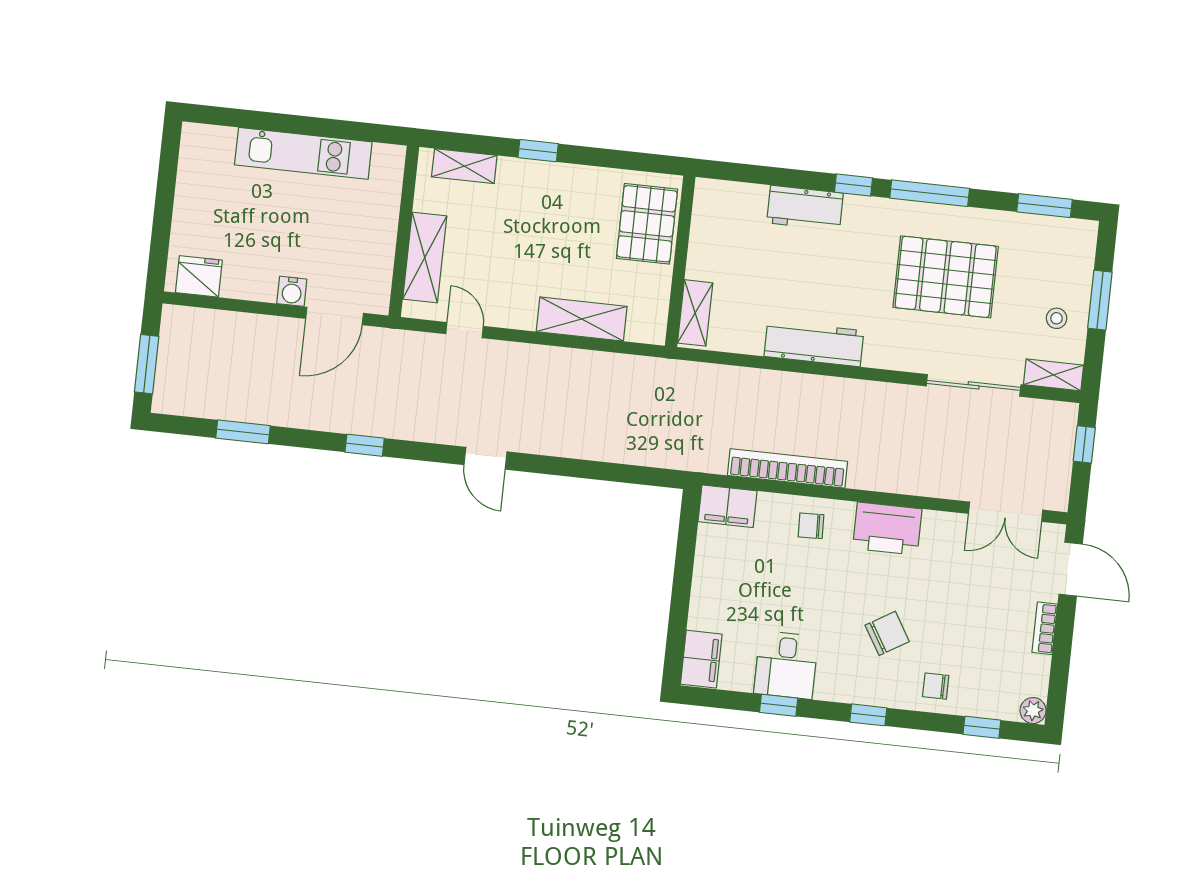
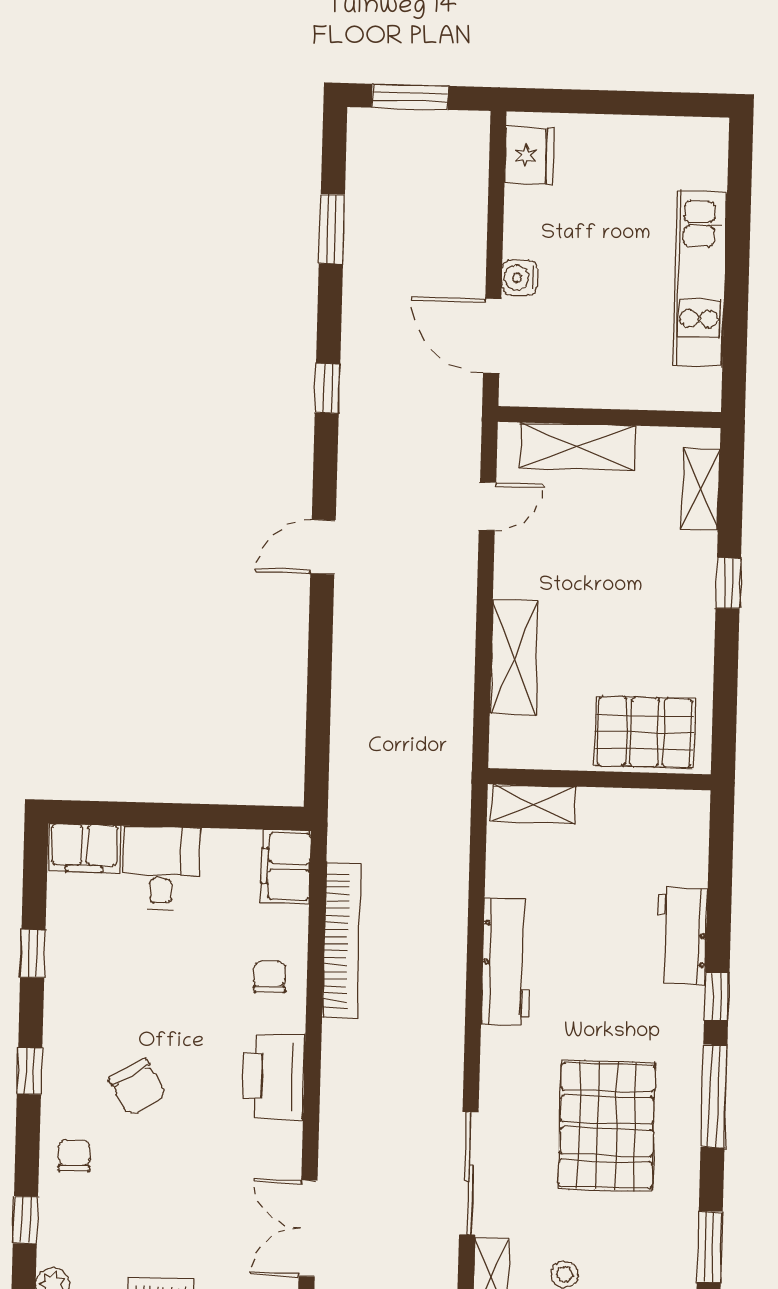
desk: (786, 665) -> (161, 868), moved, turned 90

